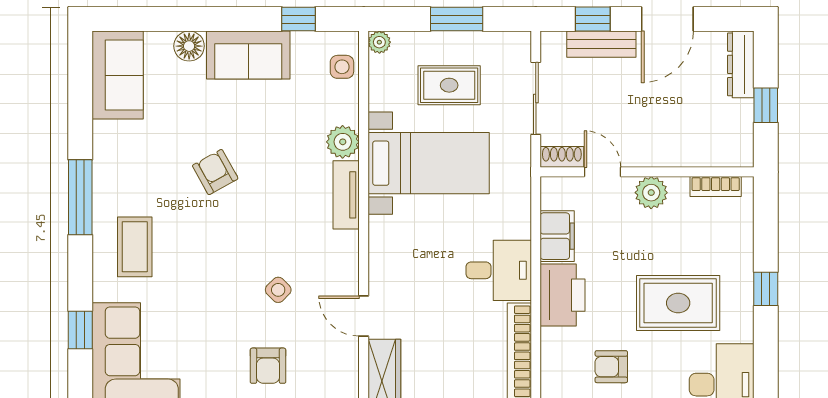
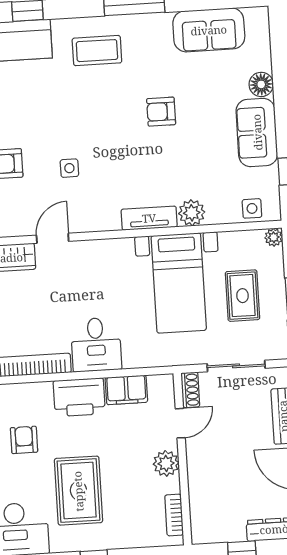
sofa: (118, 75) -> (209, 30), moved
armchair: (215, 172) -> (161, 112), turned -151
side table: (278, 290) -> (69, 168), turned 45

